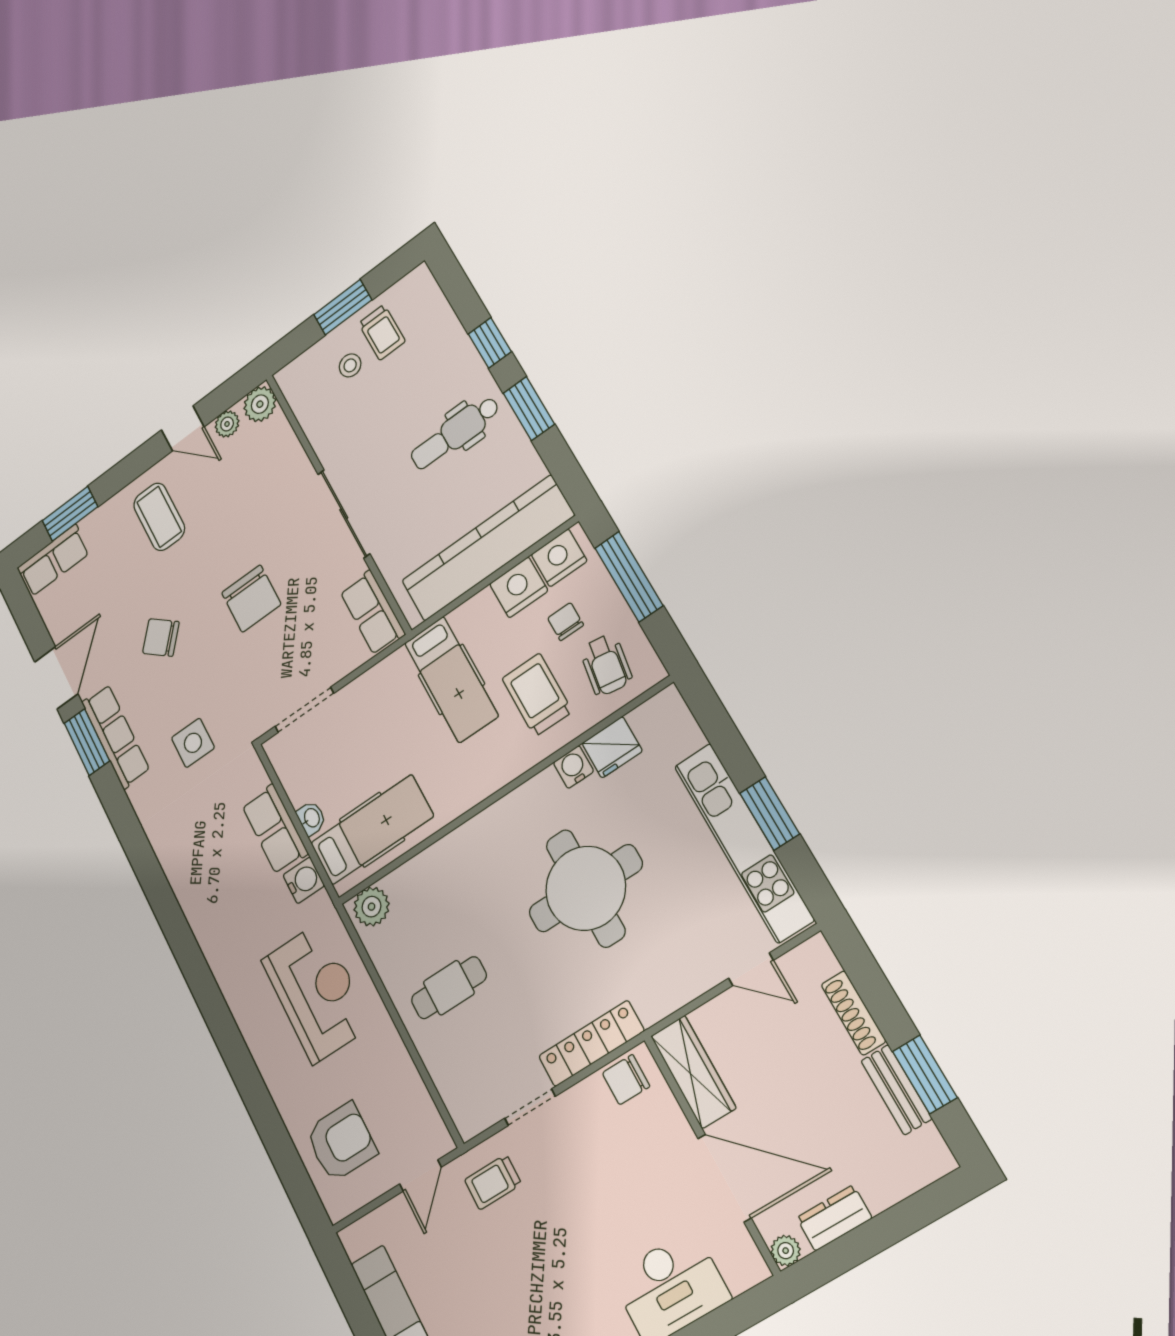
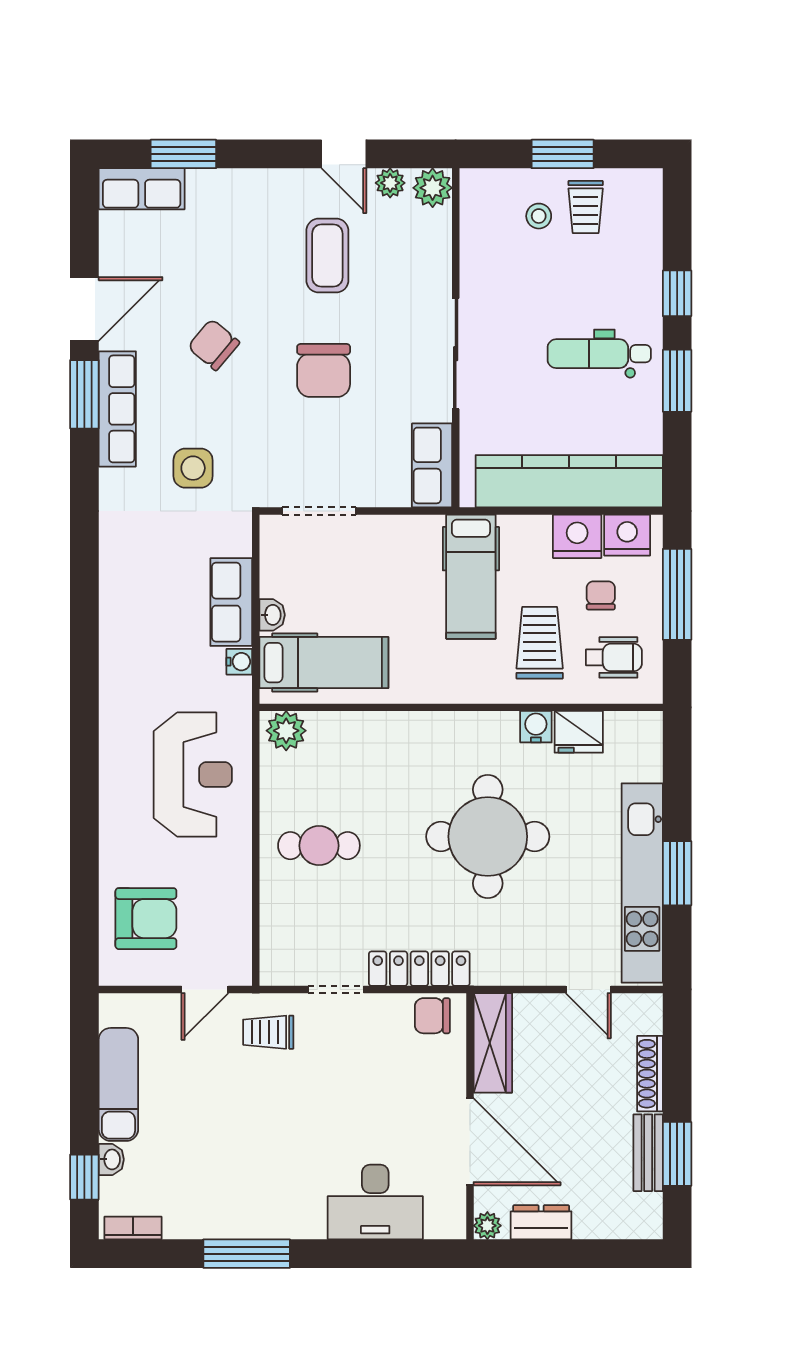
coffee table: (159, 517) -> (327, 256), moved
wheelchair: (606, 665) -> (614, 657), turned -99
water cooler: (304, 880) -> (239, 662), width x0.72, depth x0.72

